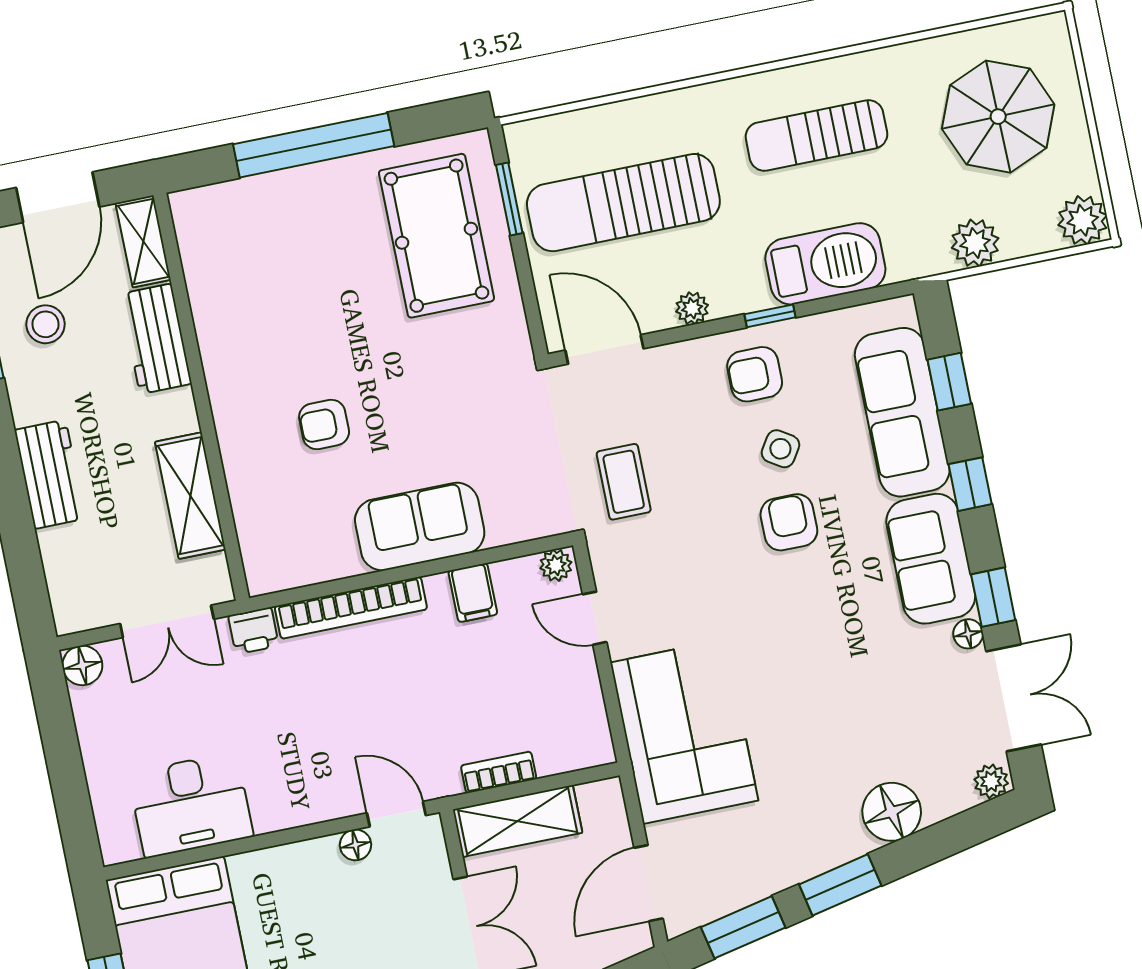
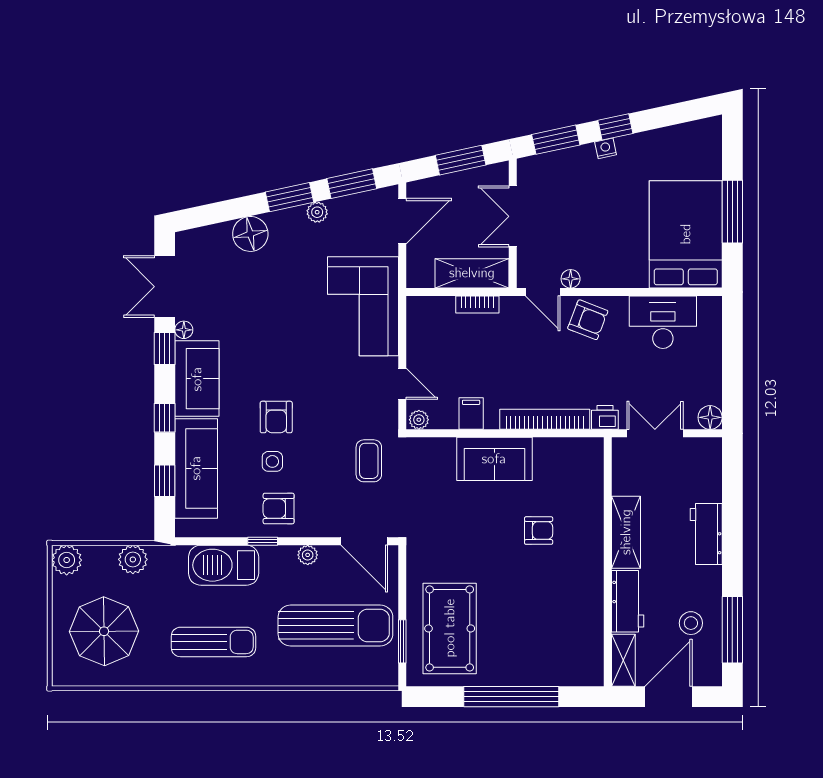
armchair: (755, 374) -> (279, 509), turned 180
side table: (780, 449) -> (272, 461), turned -33
shelving: (190, 496) -> (626, 532), moved
plant: (991, 781) -> (317, 212), moved
armchair: (314, 784) -> (588, 320), added

